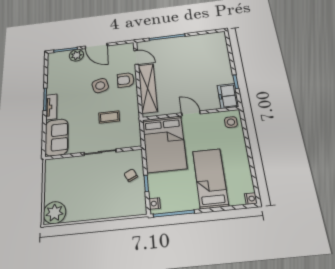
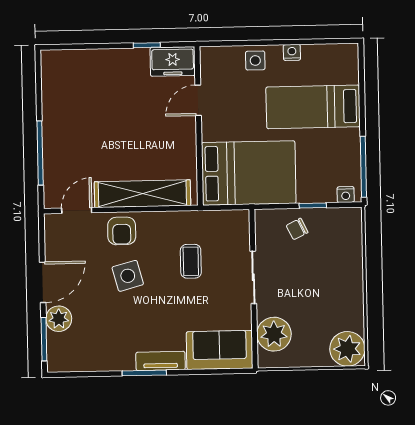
door: (191, 113) -> (198, 100), moved
side table: (231, 122) -> (255, 61), moved
plant: (65, 167) -> (274, 334), added
nightstand: (251, 199) -> (292, 52), moved

